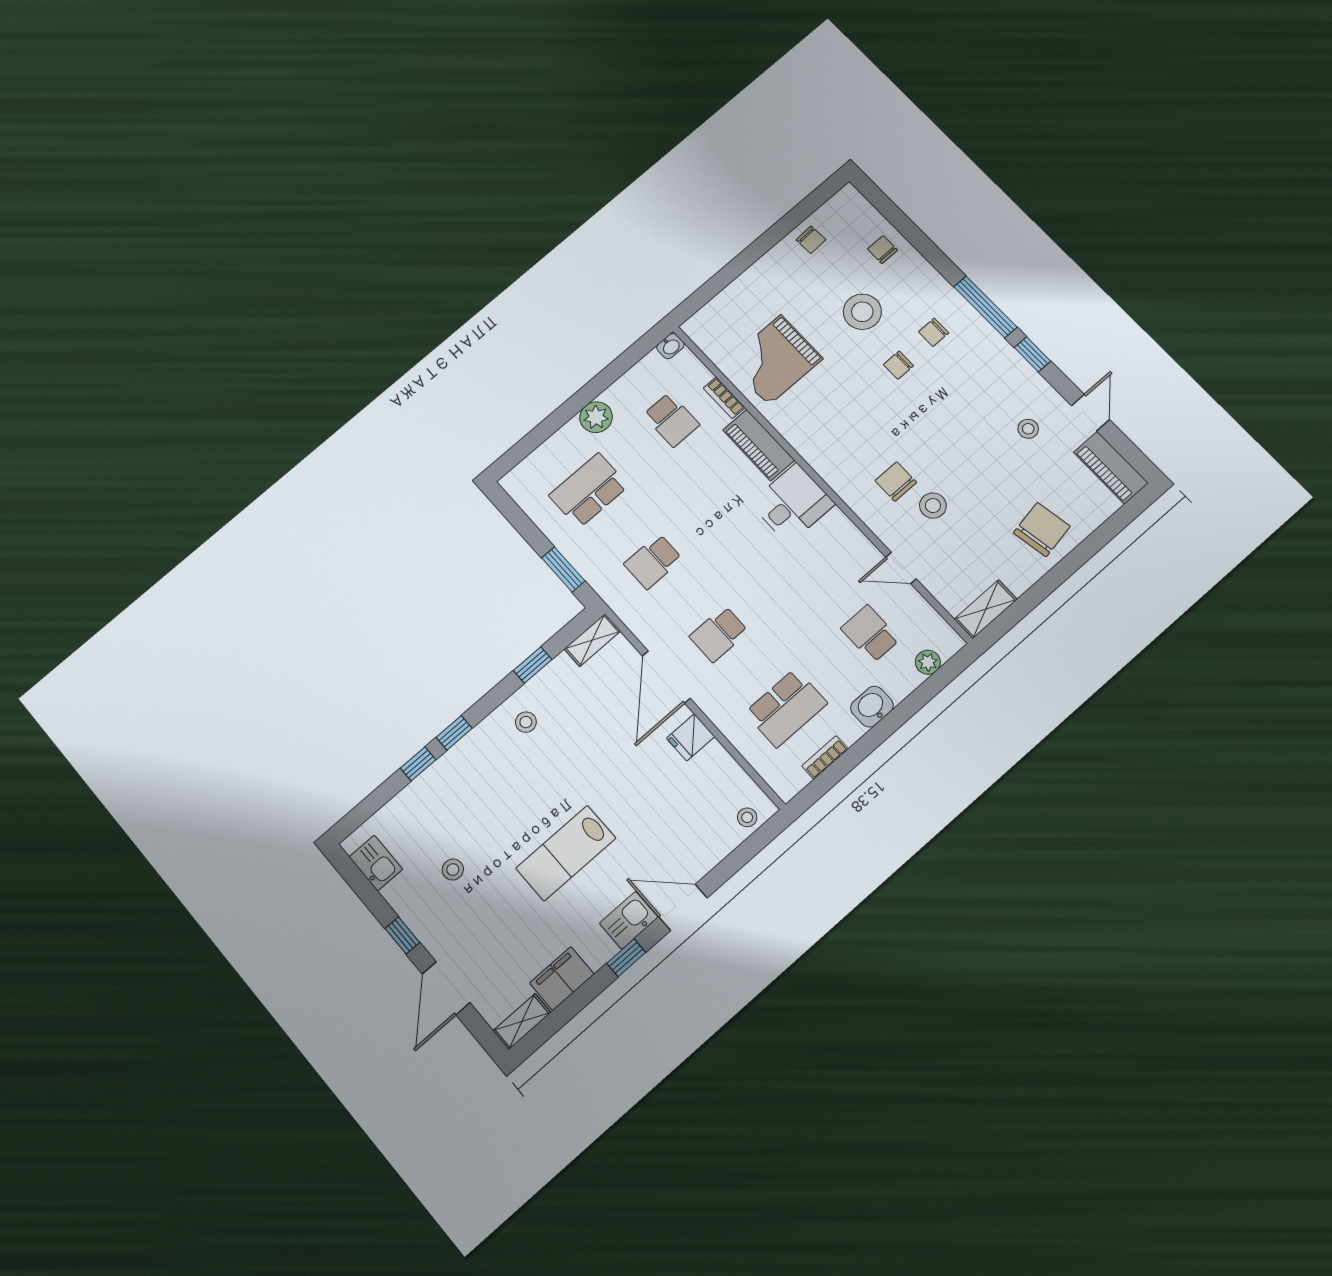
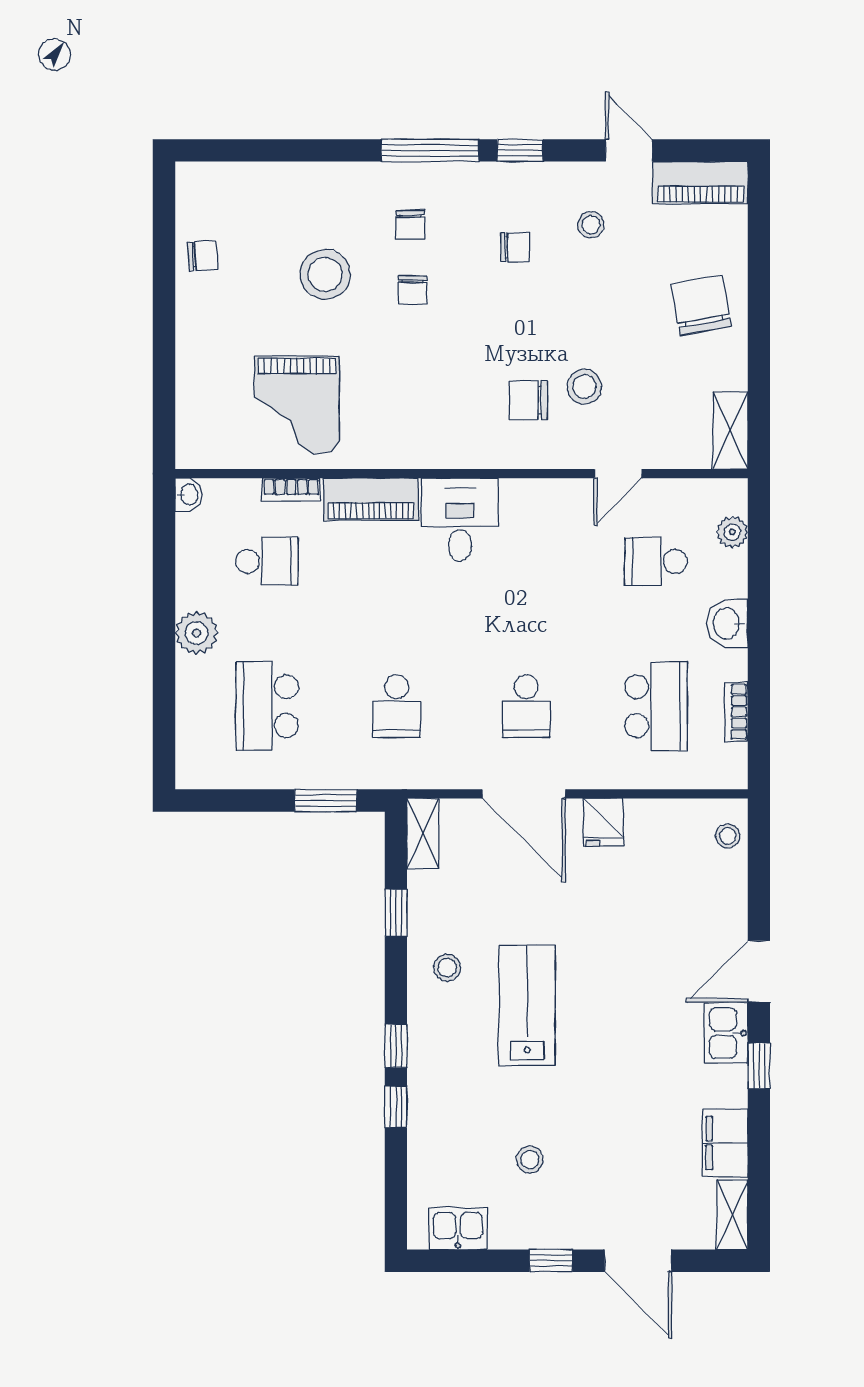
chair: (882, 250) -> (515, 247), moved, turned 180
lab bench: (566, 853) -> (527, 1005), moved, turned 180

